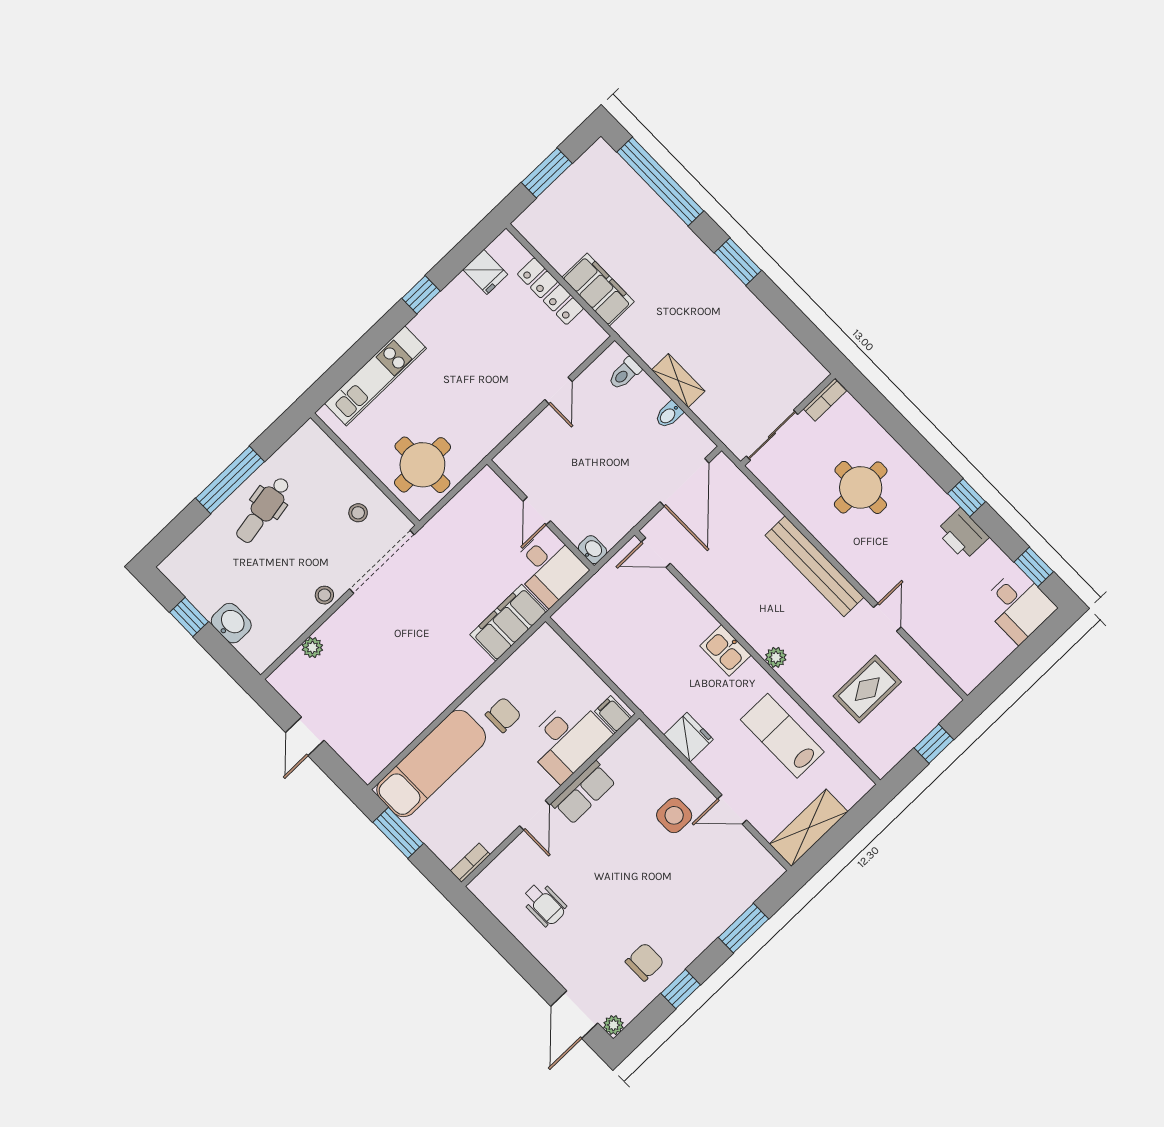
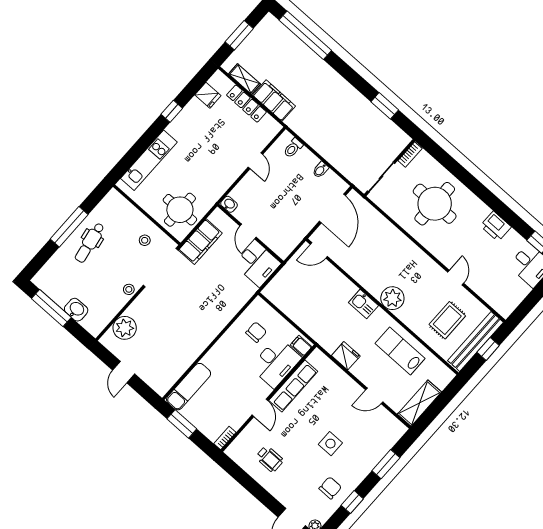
window: (738, 262) -> (385, 106), moved
shelving: (678, 381) -> (245, 79), moved
round table: (861, 487) -> (435, 204), width x1.36, depth x1.36
window: (967, 498) -> (496, 205), removed
washbasin: (593, 550) -> (229, 204), moved
bench: (814, 566) -> (475, 341), moved, turned 90
window: (189, 617) -> (51, 308), width x2.17
filing cabinet: (509, 623) -> (200, 242), moved, turned 180
plant: (312, 647) -> (125, 328), width x1.87, depth x1.87
plant: (776, 657) -> (392, 298), width x1.88, depth x1.88
chair: (503, 715) -> (256, 332), moved
exam couch: (431, 763) -> (189, 387), width x0.73, depth x0.69
row of seats: (584, 793) -> (293, 386), width x1.48
side table: (674, 815) -> (330, 444), moved

